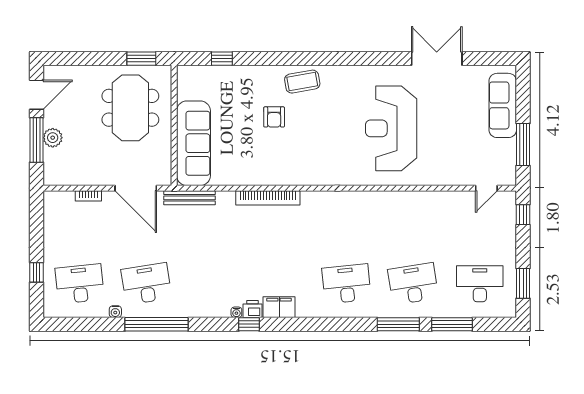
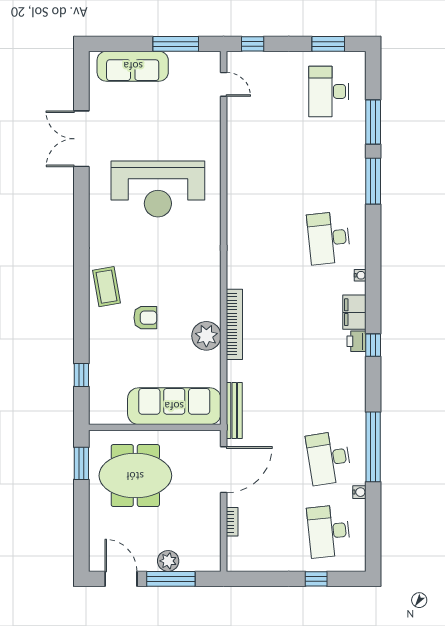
plant: (257, 172) -> (206, 336), added
desk: (413, 284) -> (329, 165), removed
water cooler: (236, 312) -> (360, 275), moved

